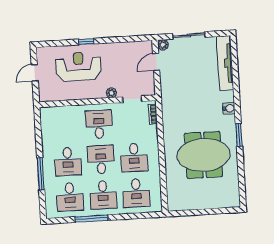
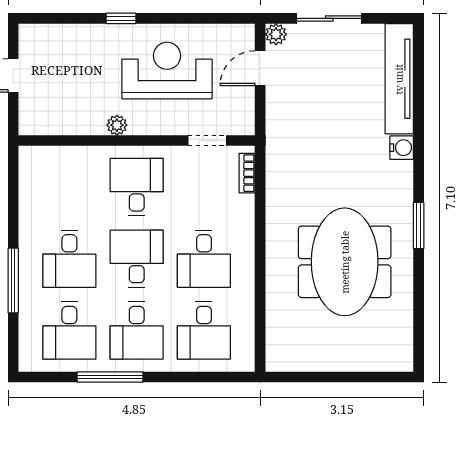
reception desk: (78, 67) -> (167, 71), moved
plant: (111, 93) -> (117, 125), moved
water cooler: (229, 108) -> (402, 148), moved
meeting table: (204, 155) -> (345, 262), turned 90

